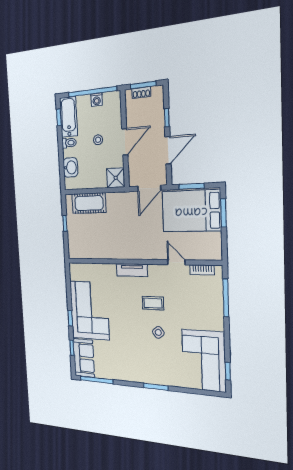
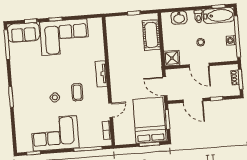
corner sofa: (204, 361) -> (55, 133), moved

